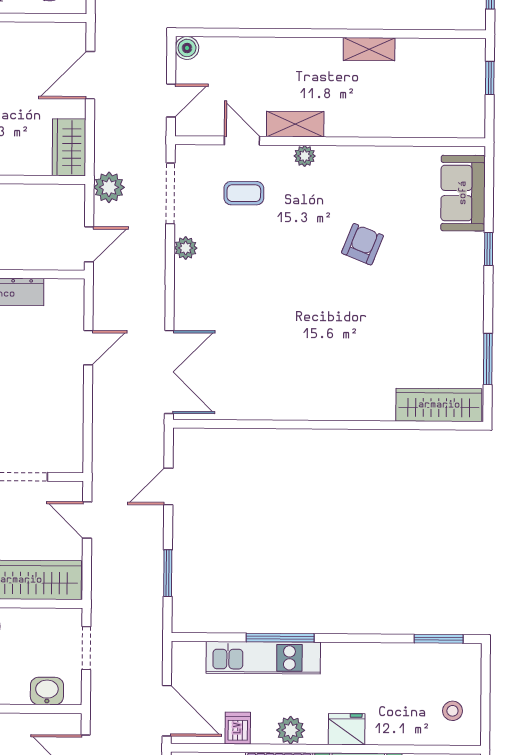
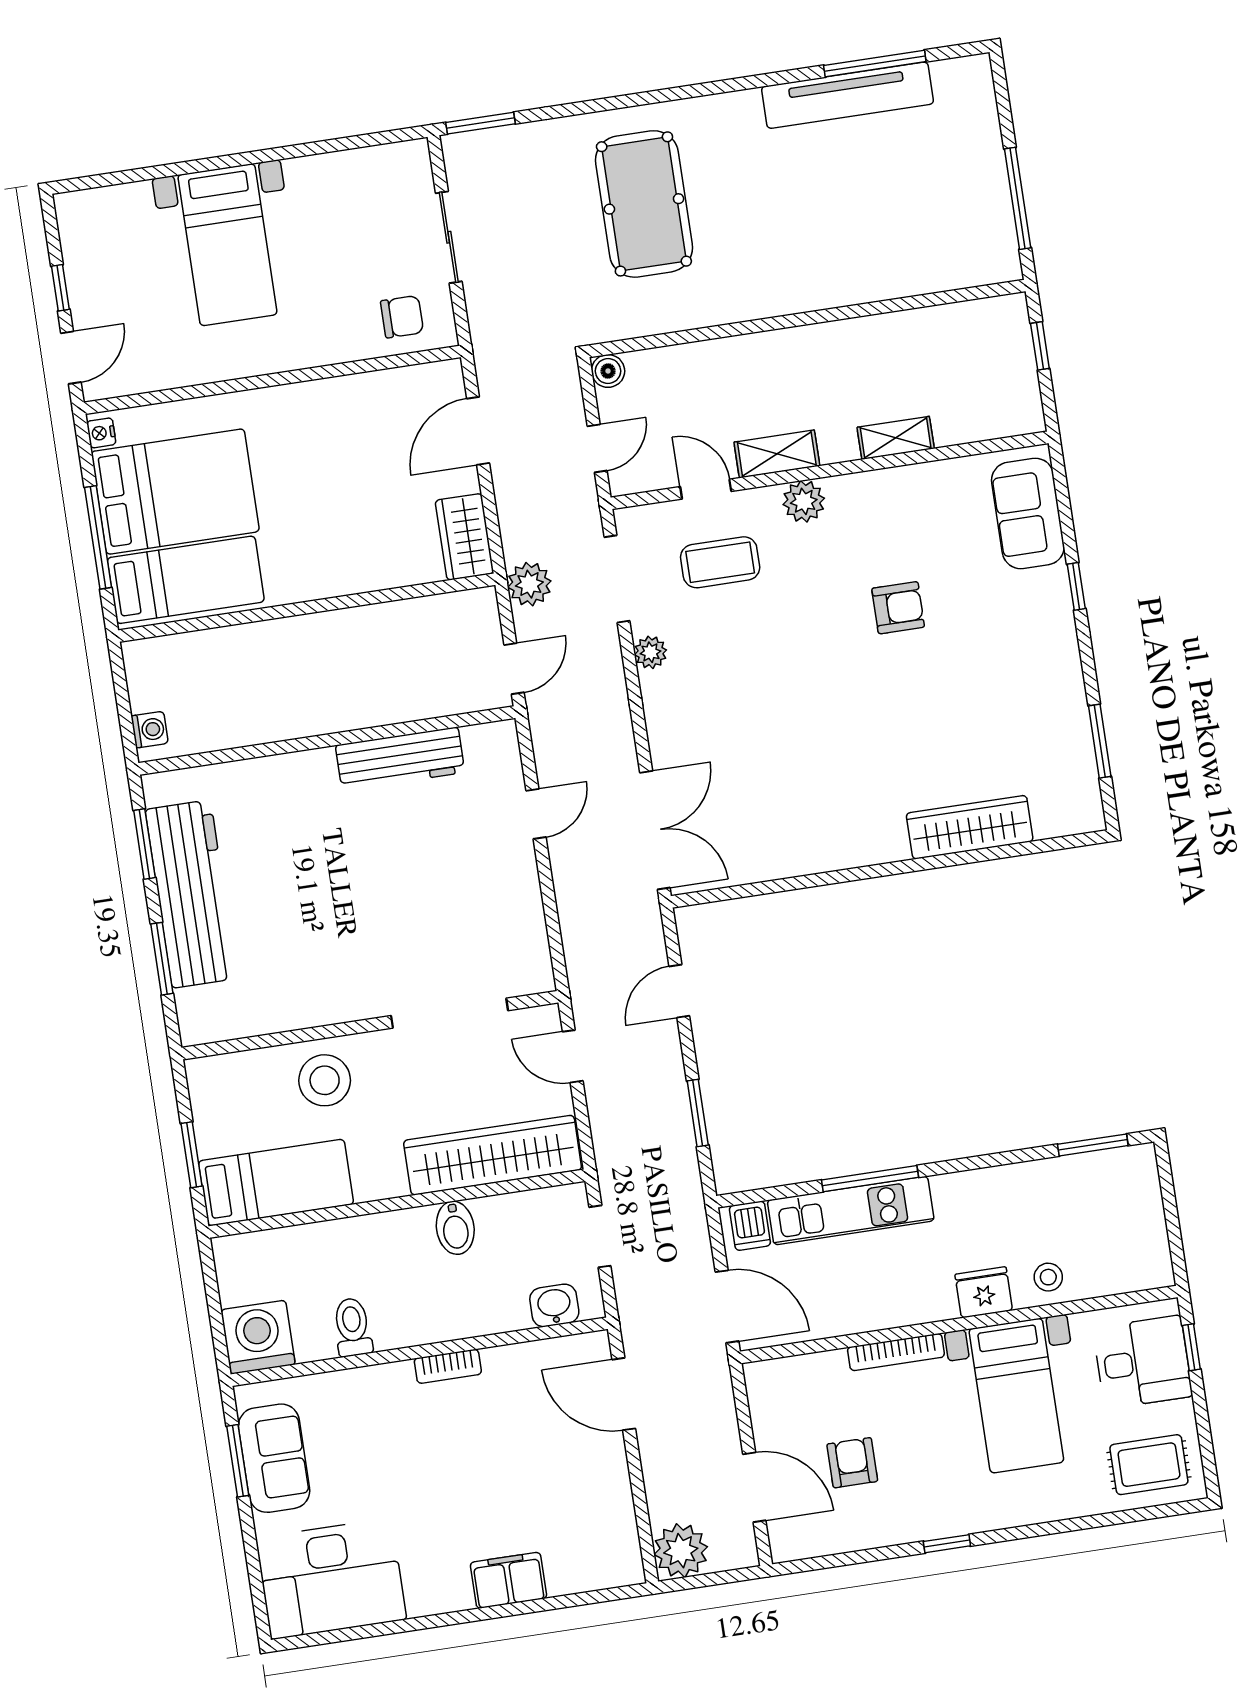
shelving: (369, 49) -> (896, 438), moved
plant: (305, 156) -> (804, 501), width x1.38, depth x1.38
coffee table: (244, 193) -> (720, 562), width x1.36, depth x1.30
armchair: (362, 244) -> (898, 608), turned 68
wardrobe: (439, 405) -> (970, 827), moved
stool: (452, 711) -> (1048, 1277), moved
dishwasher: (238, 728) -> (750, 1226), moved, turned 180
plant: (291, 730) -> (905, 1306), removed

